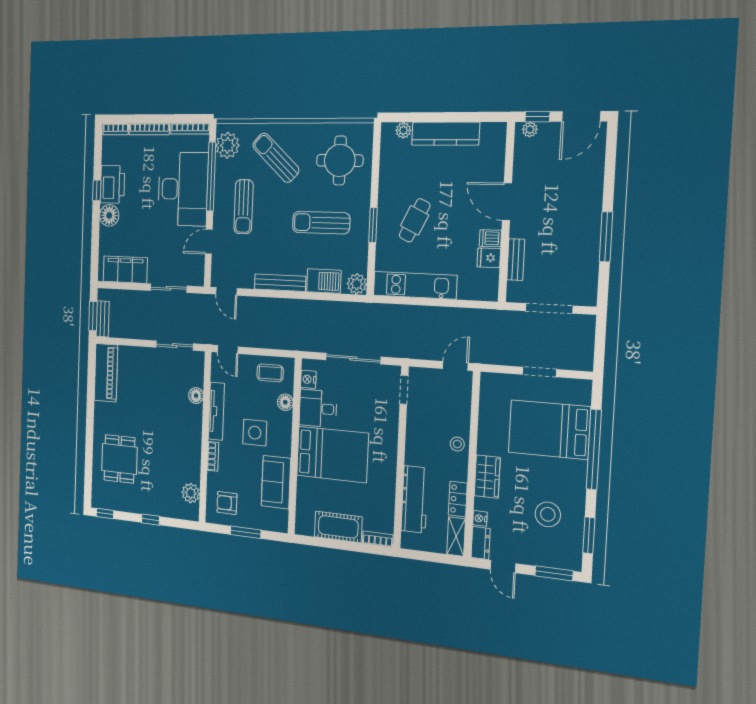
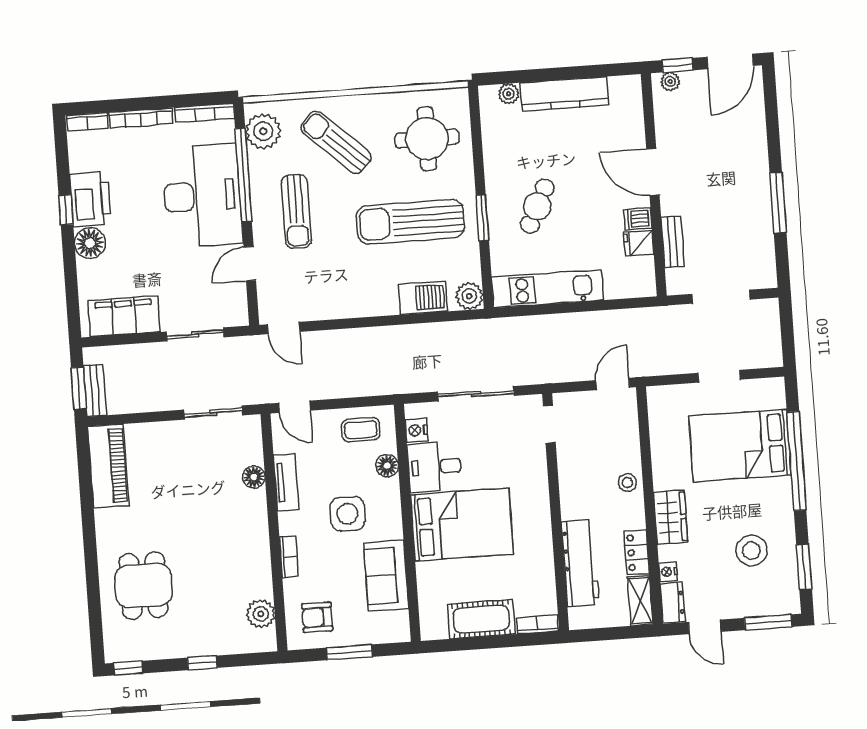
sun lounger: (321, 223) -> (410, 222), width x1.36, depth x1.34
bench: (280, 283) -> (361, 307), removed
tv unit: (216, 411) -> (286, 482), width x0.71

